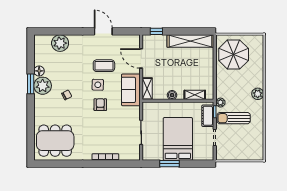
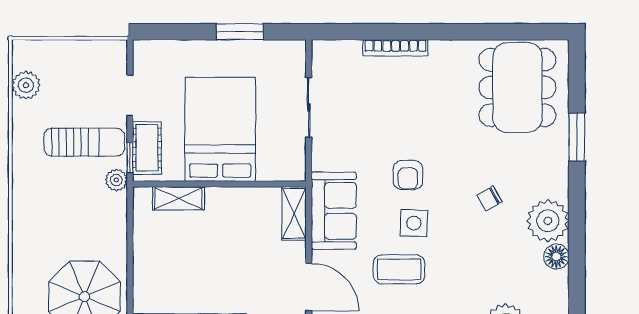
window: (31, 84) -> (577, 137), moved
plant: (258, 94) -> (26, 85), moved
boiler: (172, 95) -> (234, 198), removed
bed: (178, 139) -> (220, 129), moved, turned 180
dining table: (55, 141) -> (517, 88), turned 90

